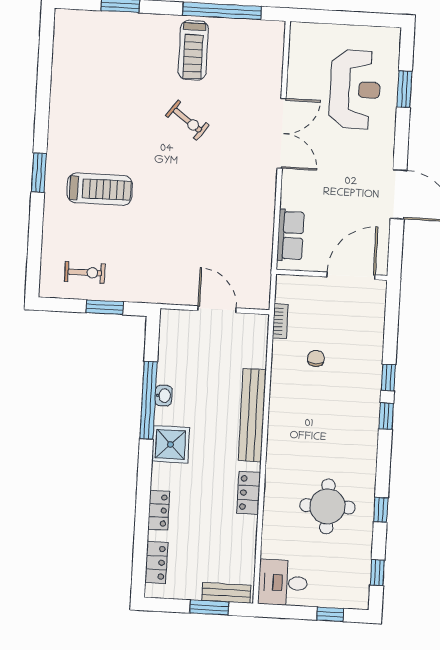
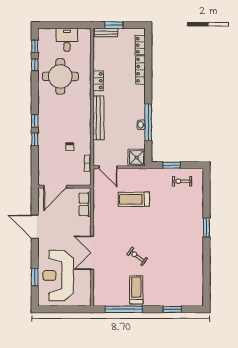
reception desk: (355, 89) -> (58, 276), width x1.36, depth x1.30
treadmill: (100, 189) -> (134, 199), moved
door: (217, 309) -> (108, 167), moved
shower: (171, 444) -> (137, 158), moved
round table: (327, 506) -> (60, 76), width x1.36, depth x1.36
locker: (159, 510) -> (140, 70), width x1.53
window: (381, 510) -> (35, 65), moved
desk: (283, 583) -> (67, 40), moved, turned -90
window: (330, 614) -> (56, 25), removed

